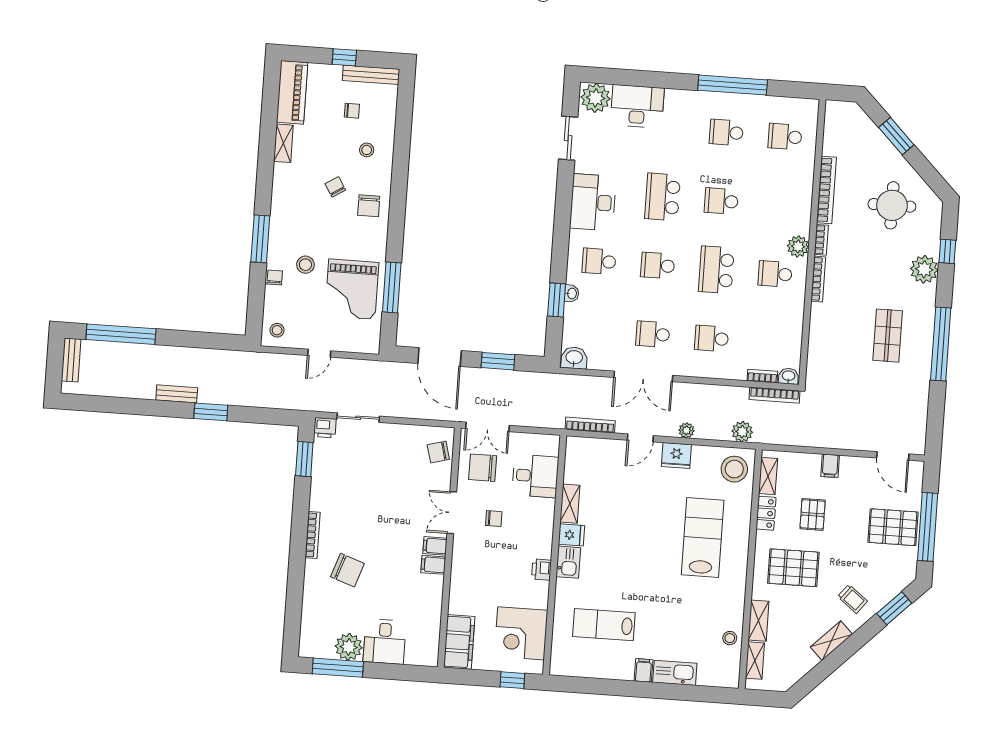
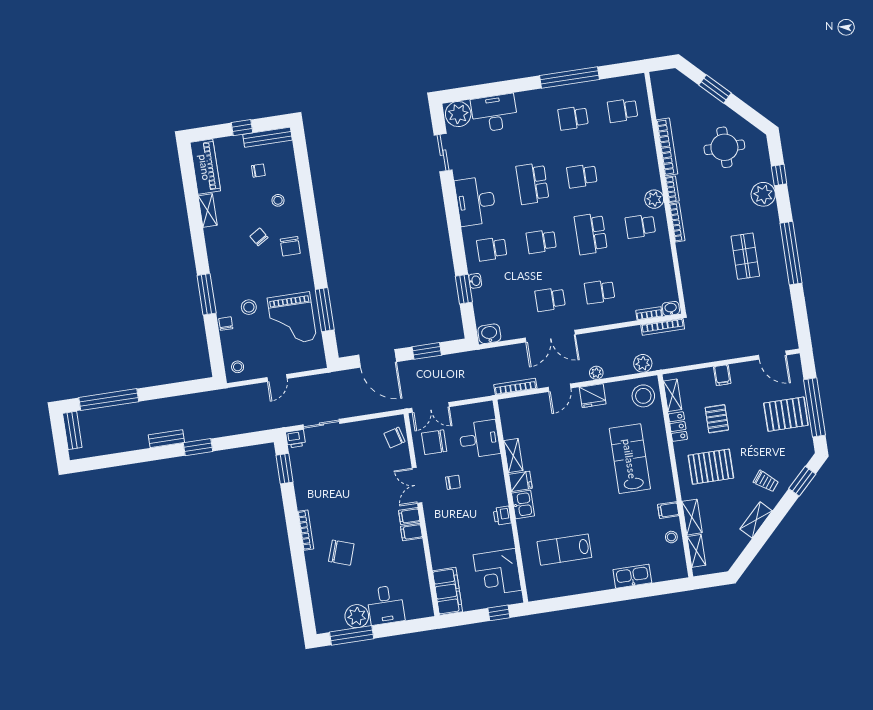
filing cabinet: (644, 670) -> (668, 510), moved, turned -90

